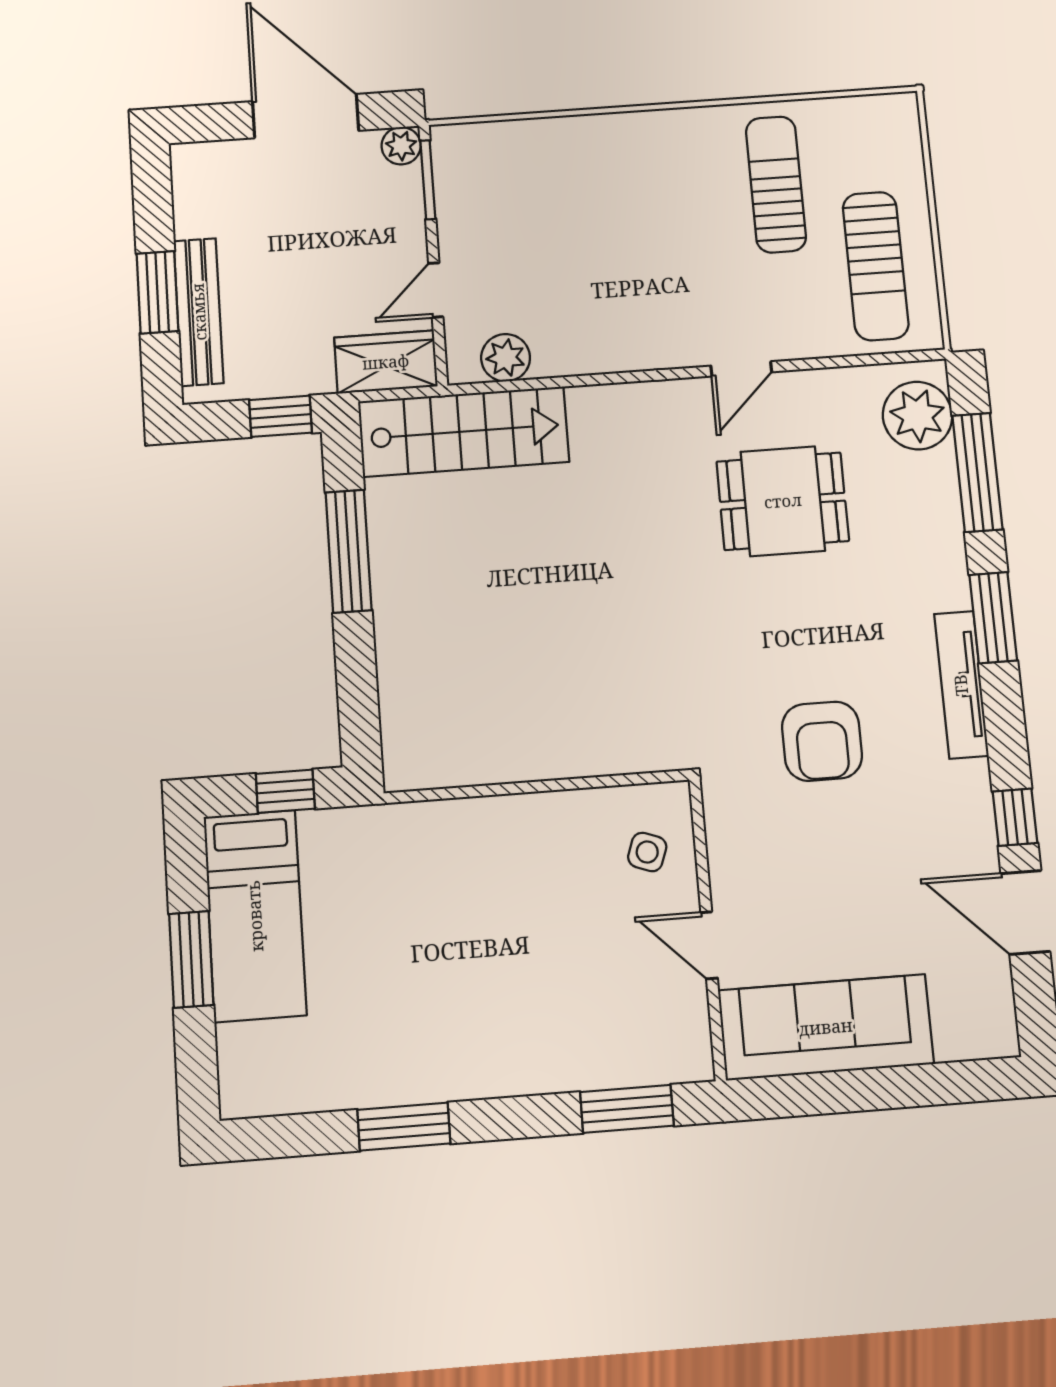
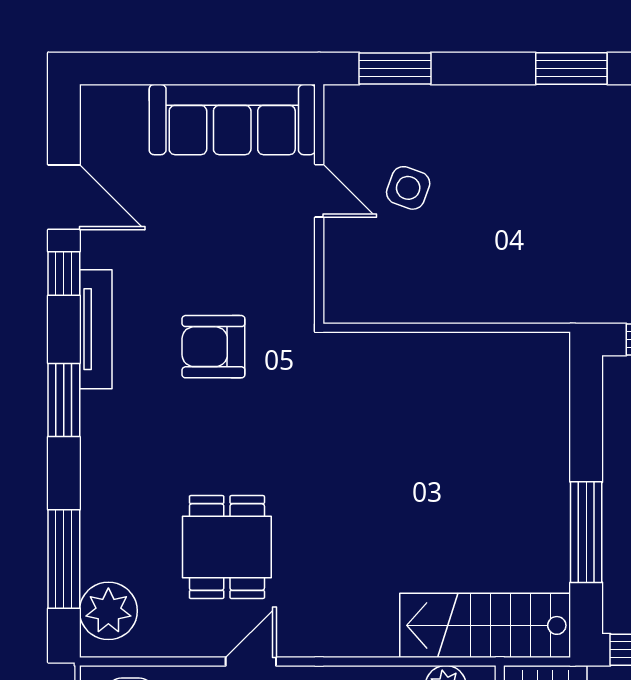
dining table: (783, 501) -> (227, 547), turned 90
window: (993, 618) -> (64, 400), moved
tv unit: (961, 685) -> (96, 329), moved
armchair: (822, 741) -> (213, 347), turned -90
side table: (647, 852) -> (408, 188), moved, width x1.37, depth x1.37

